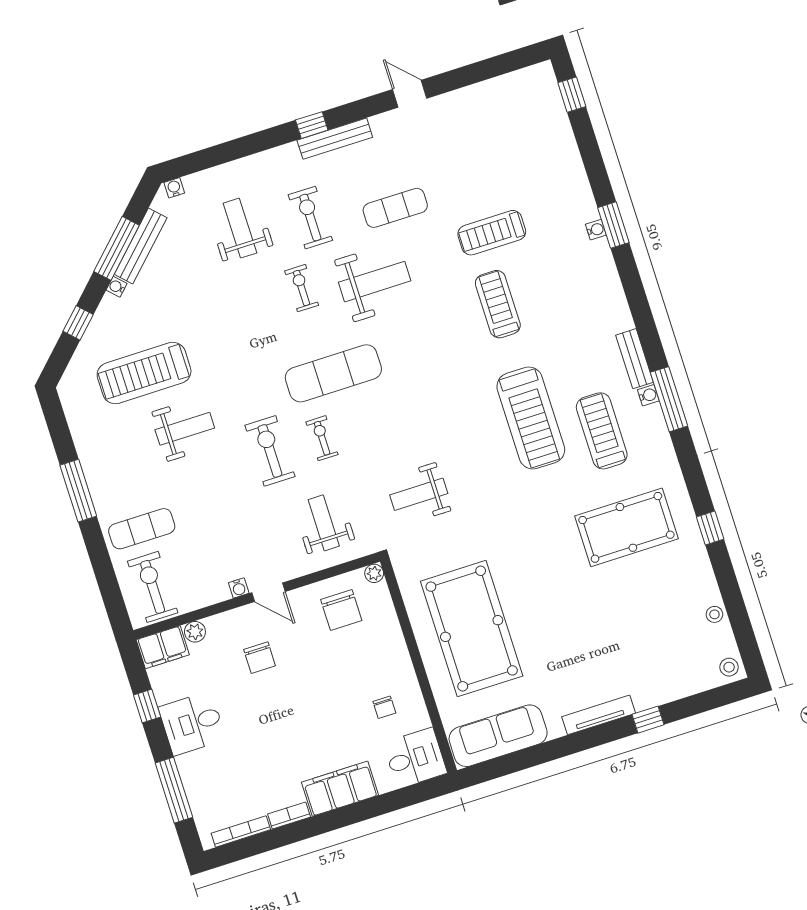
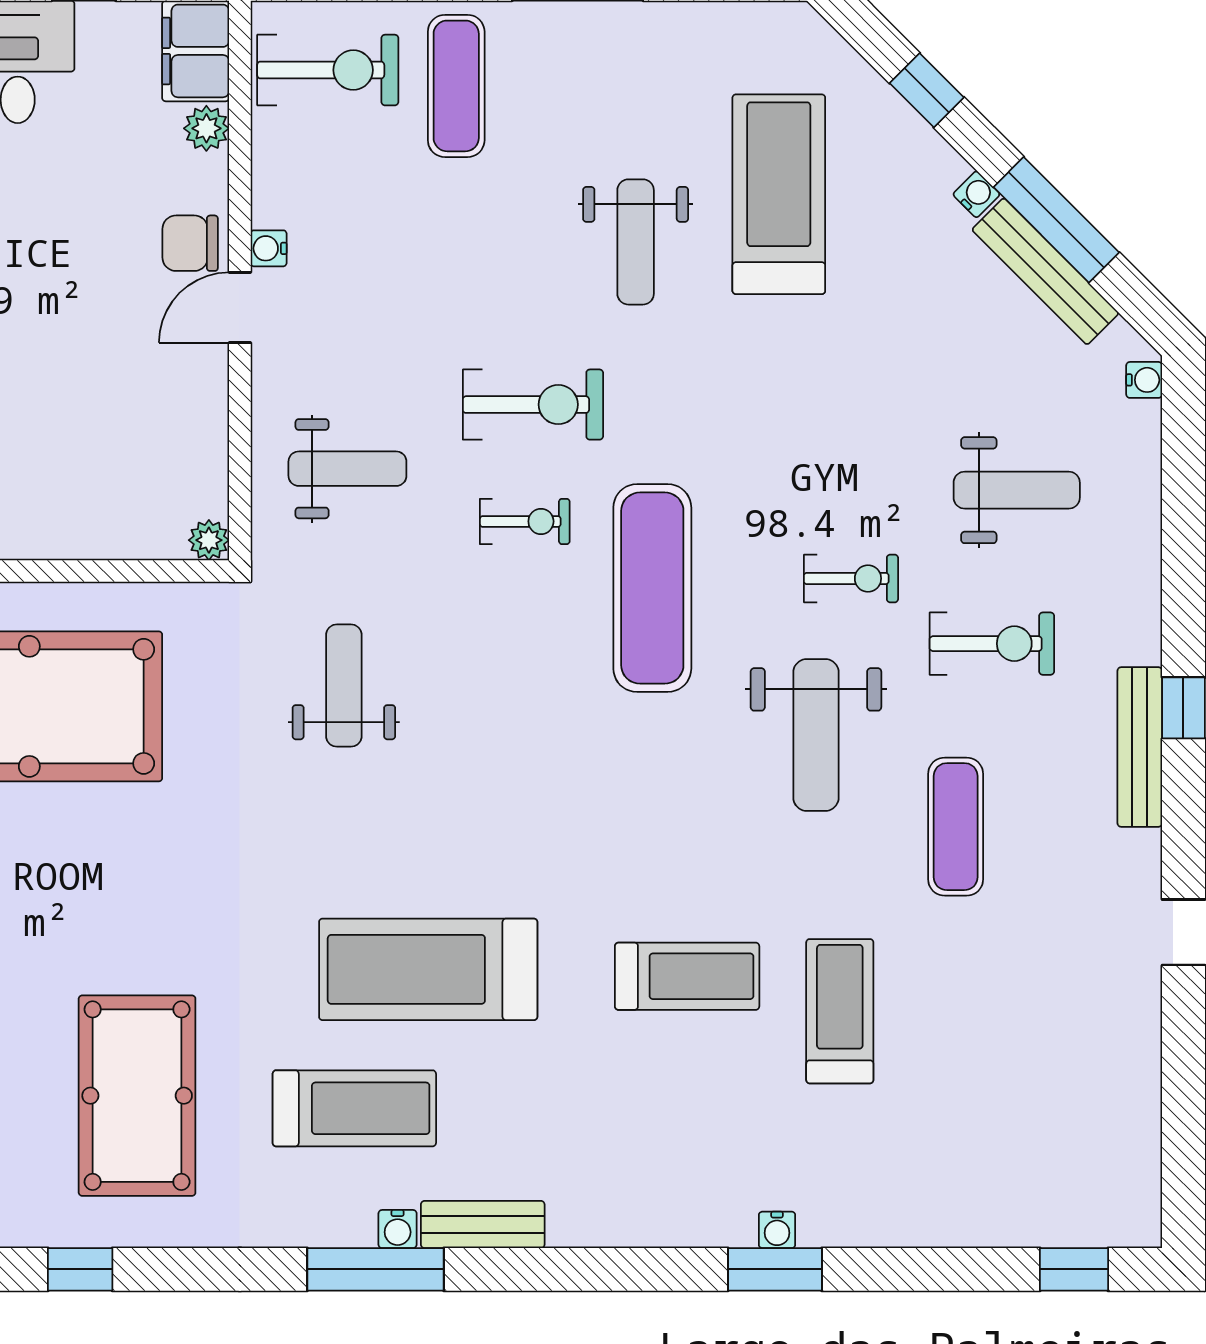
chair: (341, 610) -> (155, 447), removed
chair: (260, 658) -> (190, 243), moved

